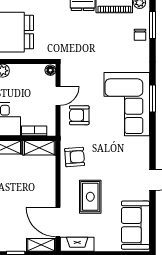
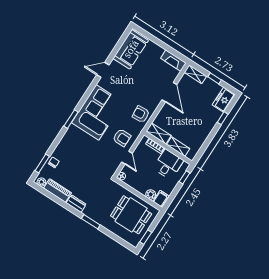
door: (58, 96) -> (127, 158), swing flipped
corner sofa: (127, 104) -> (97, 112), moved
rug: (90, 197) -> (147, 84), removed
door: (58, 222) -> (169, 92), moved

